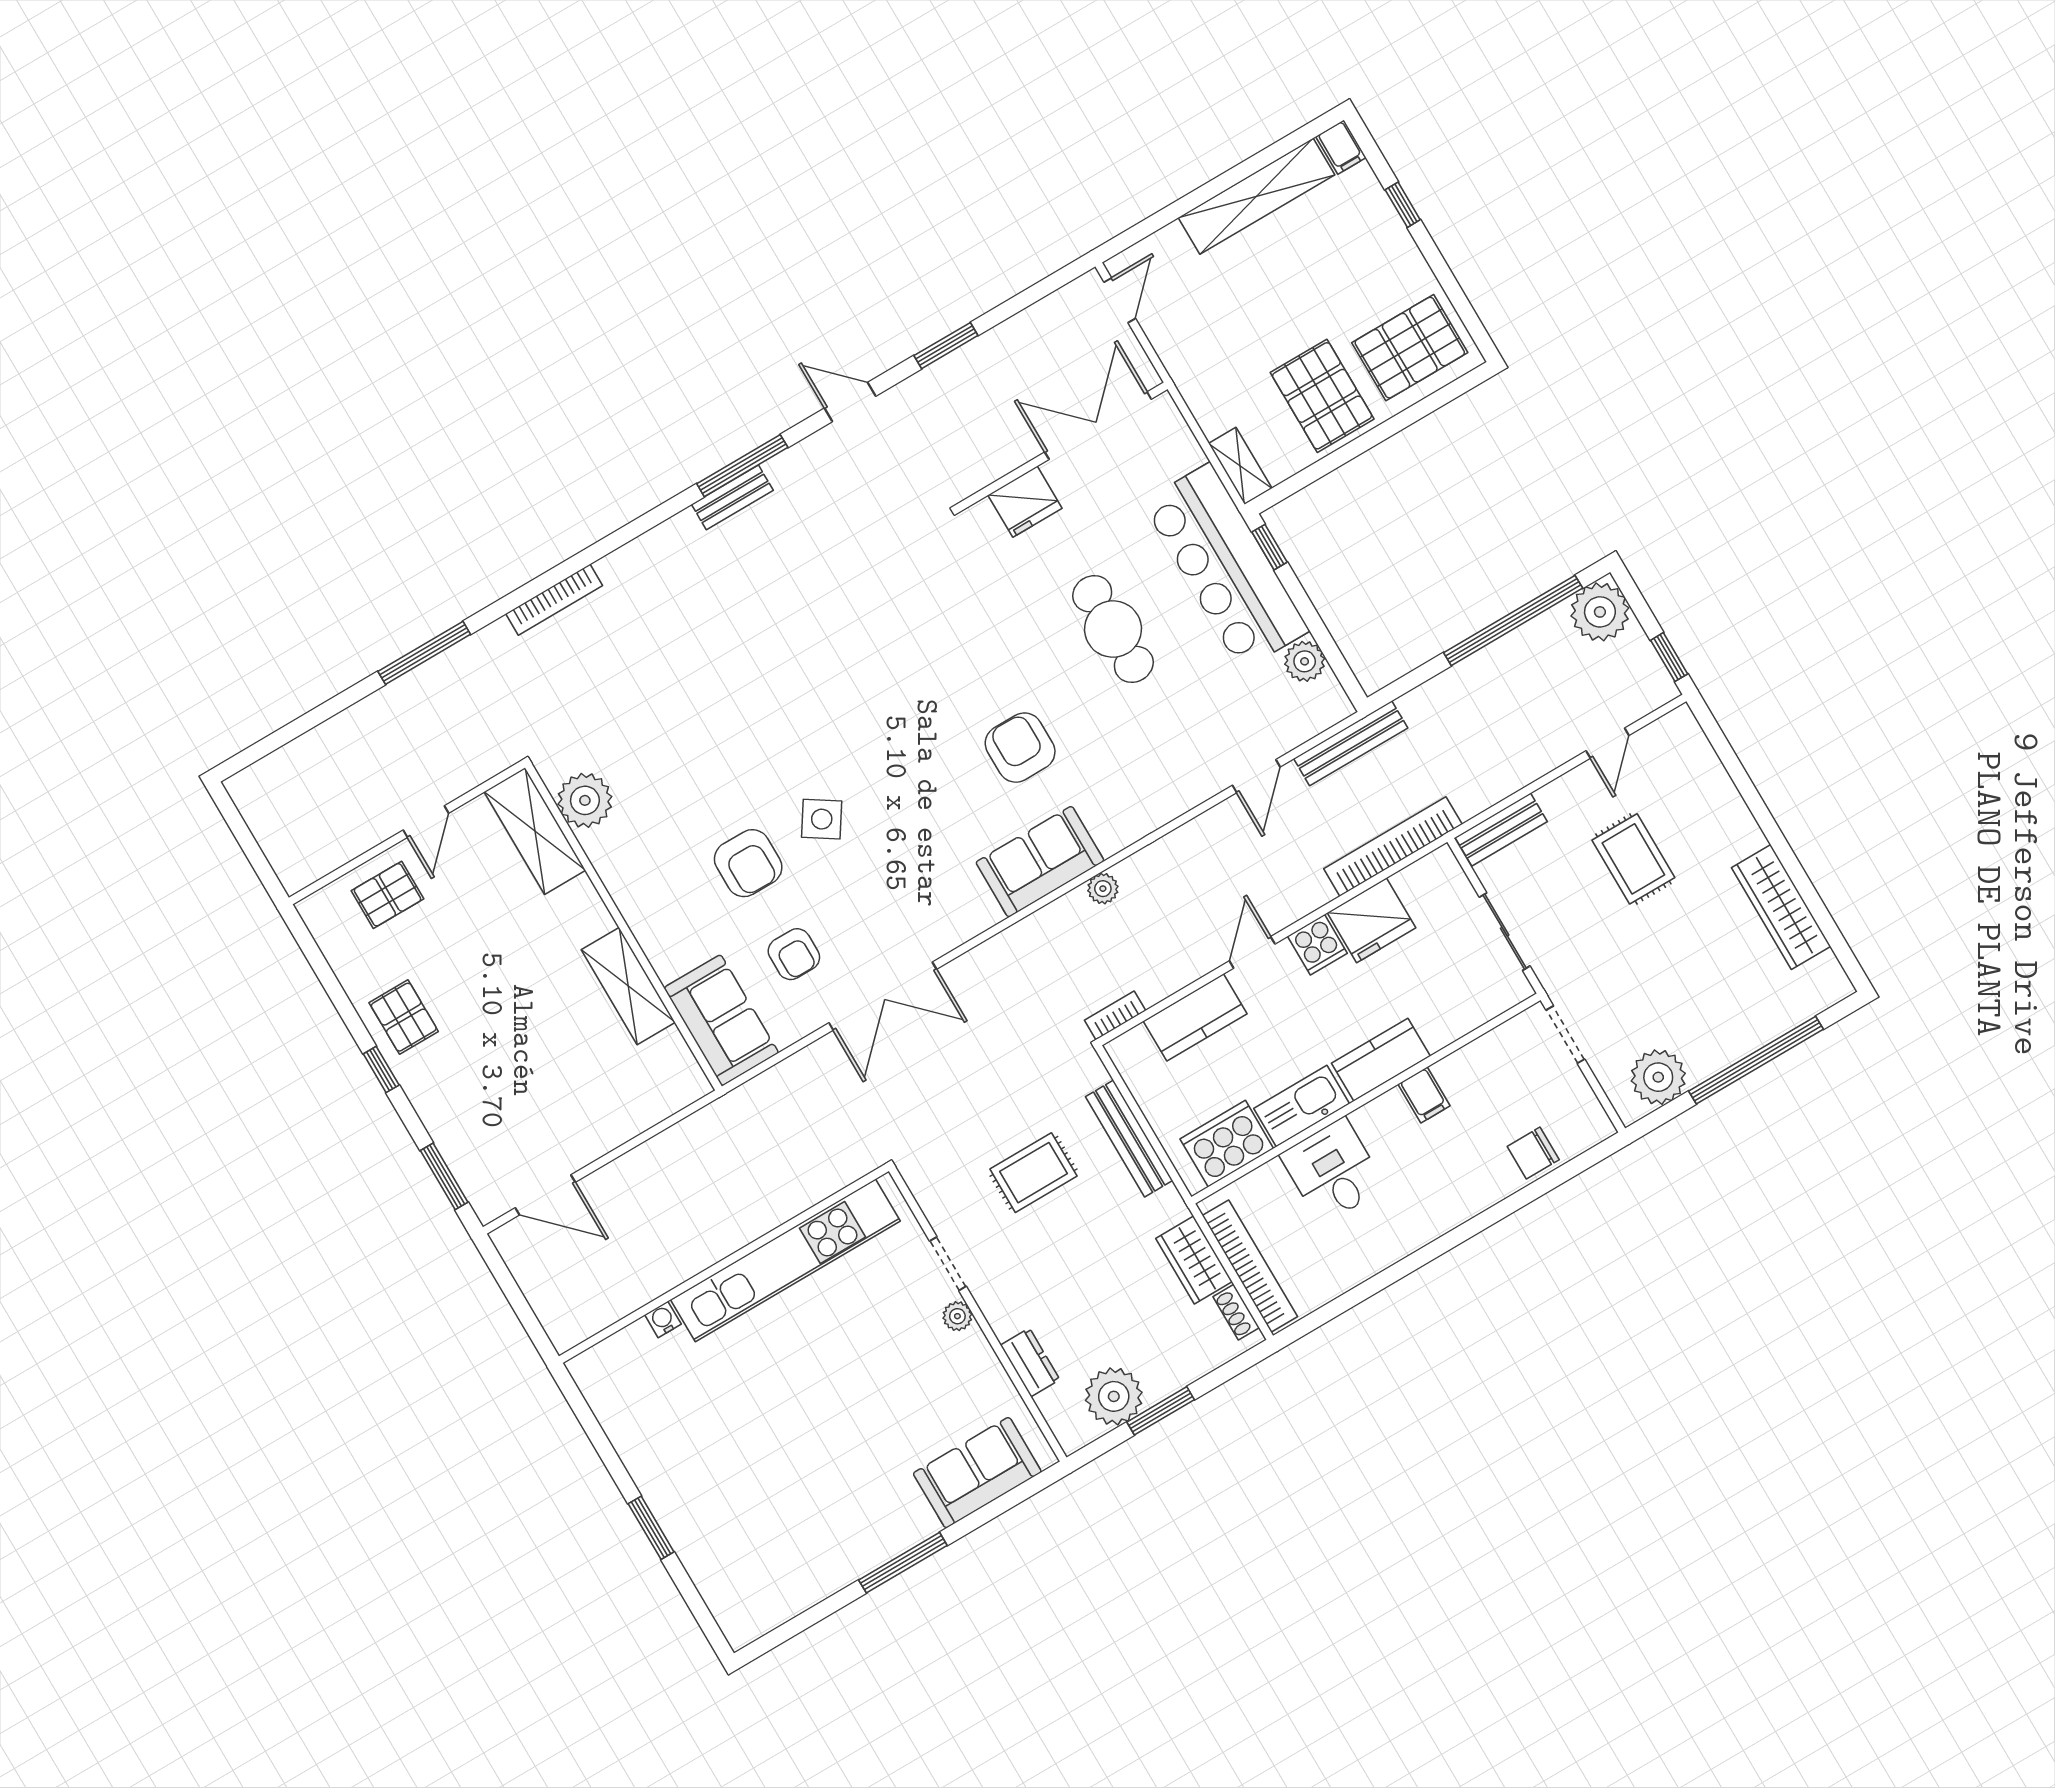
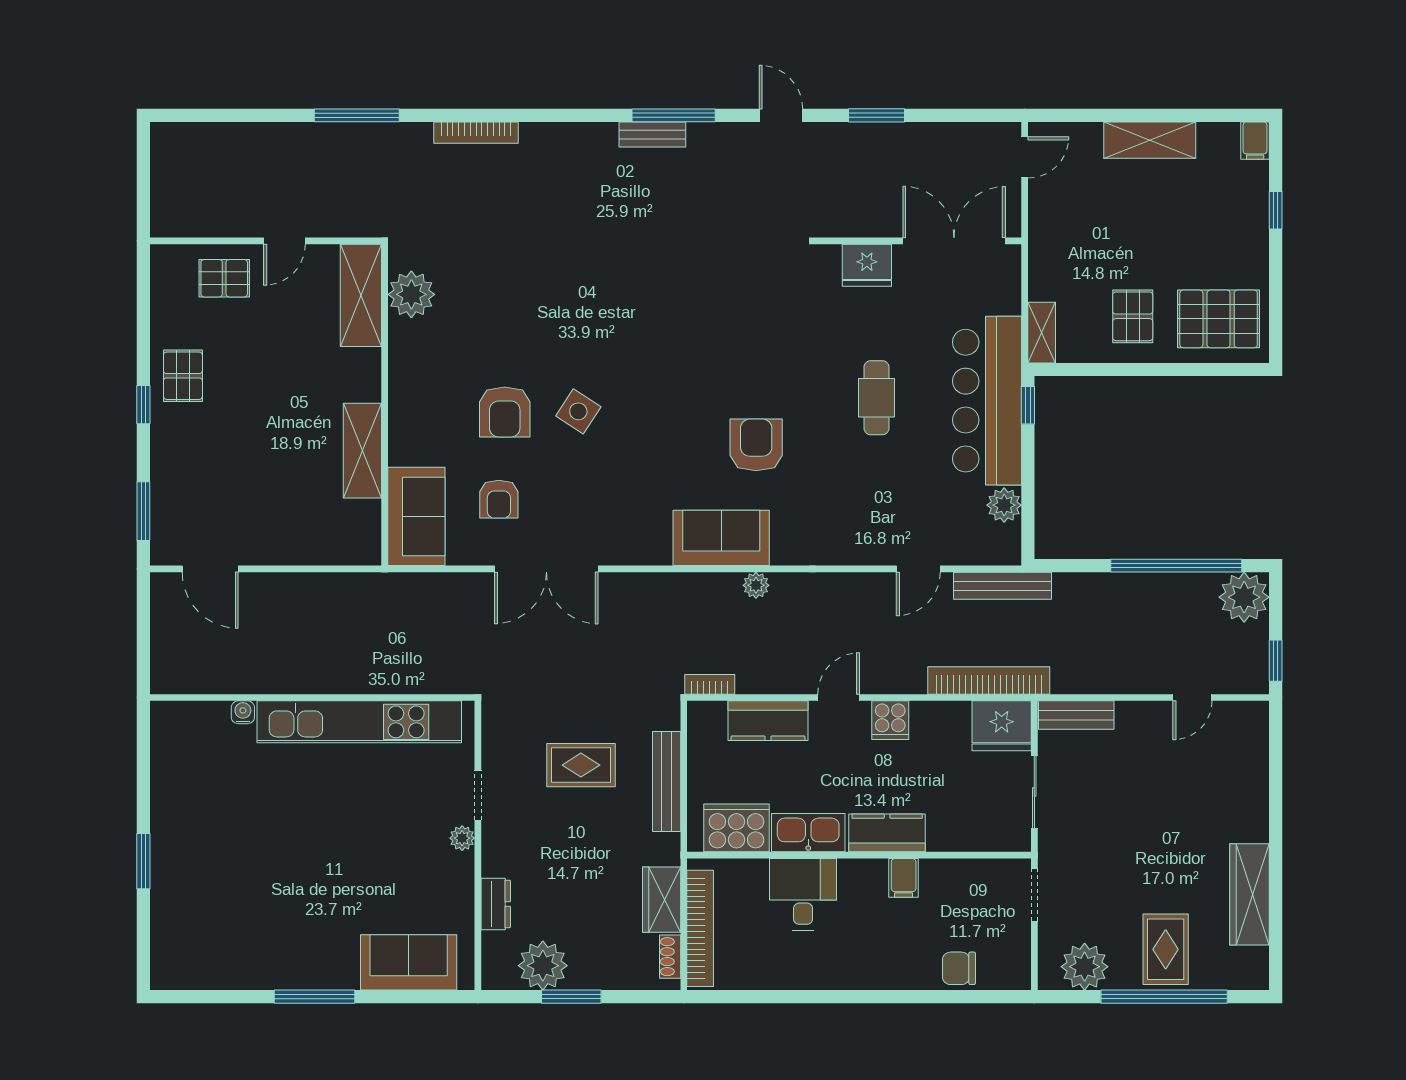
shelving: (1256, 196) -> (1150, 140), width x0.68
pallet: (1322, 396) -> (1133, 316), width x0.67, depth x0.71
cafe table: (1113, 629) -> (877, 398), width x0.73, depth x0.74
rug: (1633, 859) -> (1166, 949), moved
fridge: (1371, 920) -> (1002, 726), moved

